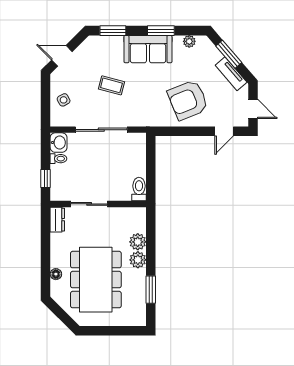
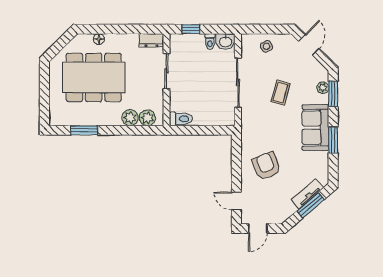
plant: (189, 41) -> (323, 88), moved
tv unit: (231, 74) -> (308, 194), moved
armchair: (188, 100) -> (266, 166), width x0.73, depth x0.73
plant: (138, 260) -> (147, 118), moved

